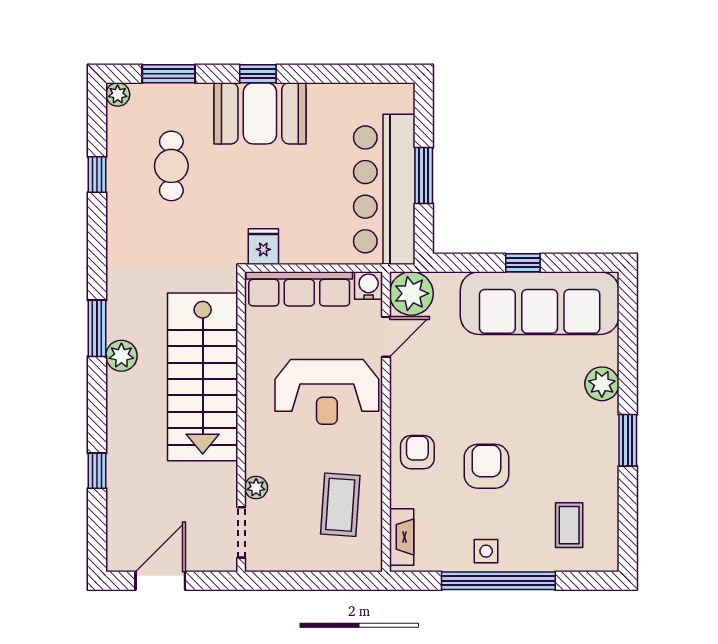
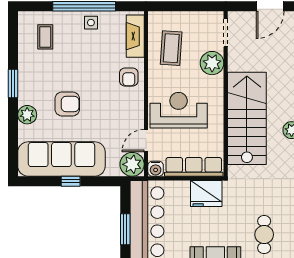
fridge: (263, 247) -> (206, 193), width x1.88, depth x1.34
armchair: (486, 466) -> (67, 104), moved, turned -90
plant: (256, 488) -> (212, 63), width x1.87, depth x1.87
fireplace: (402, 537) -> (135, 36), width x1.37, depth x1.32

